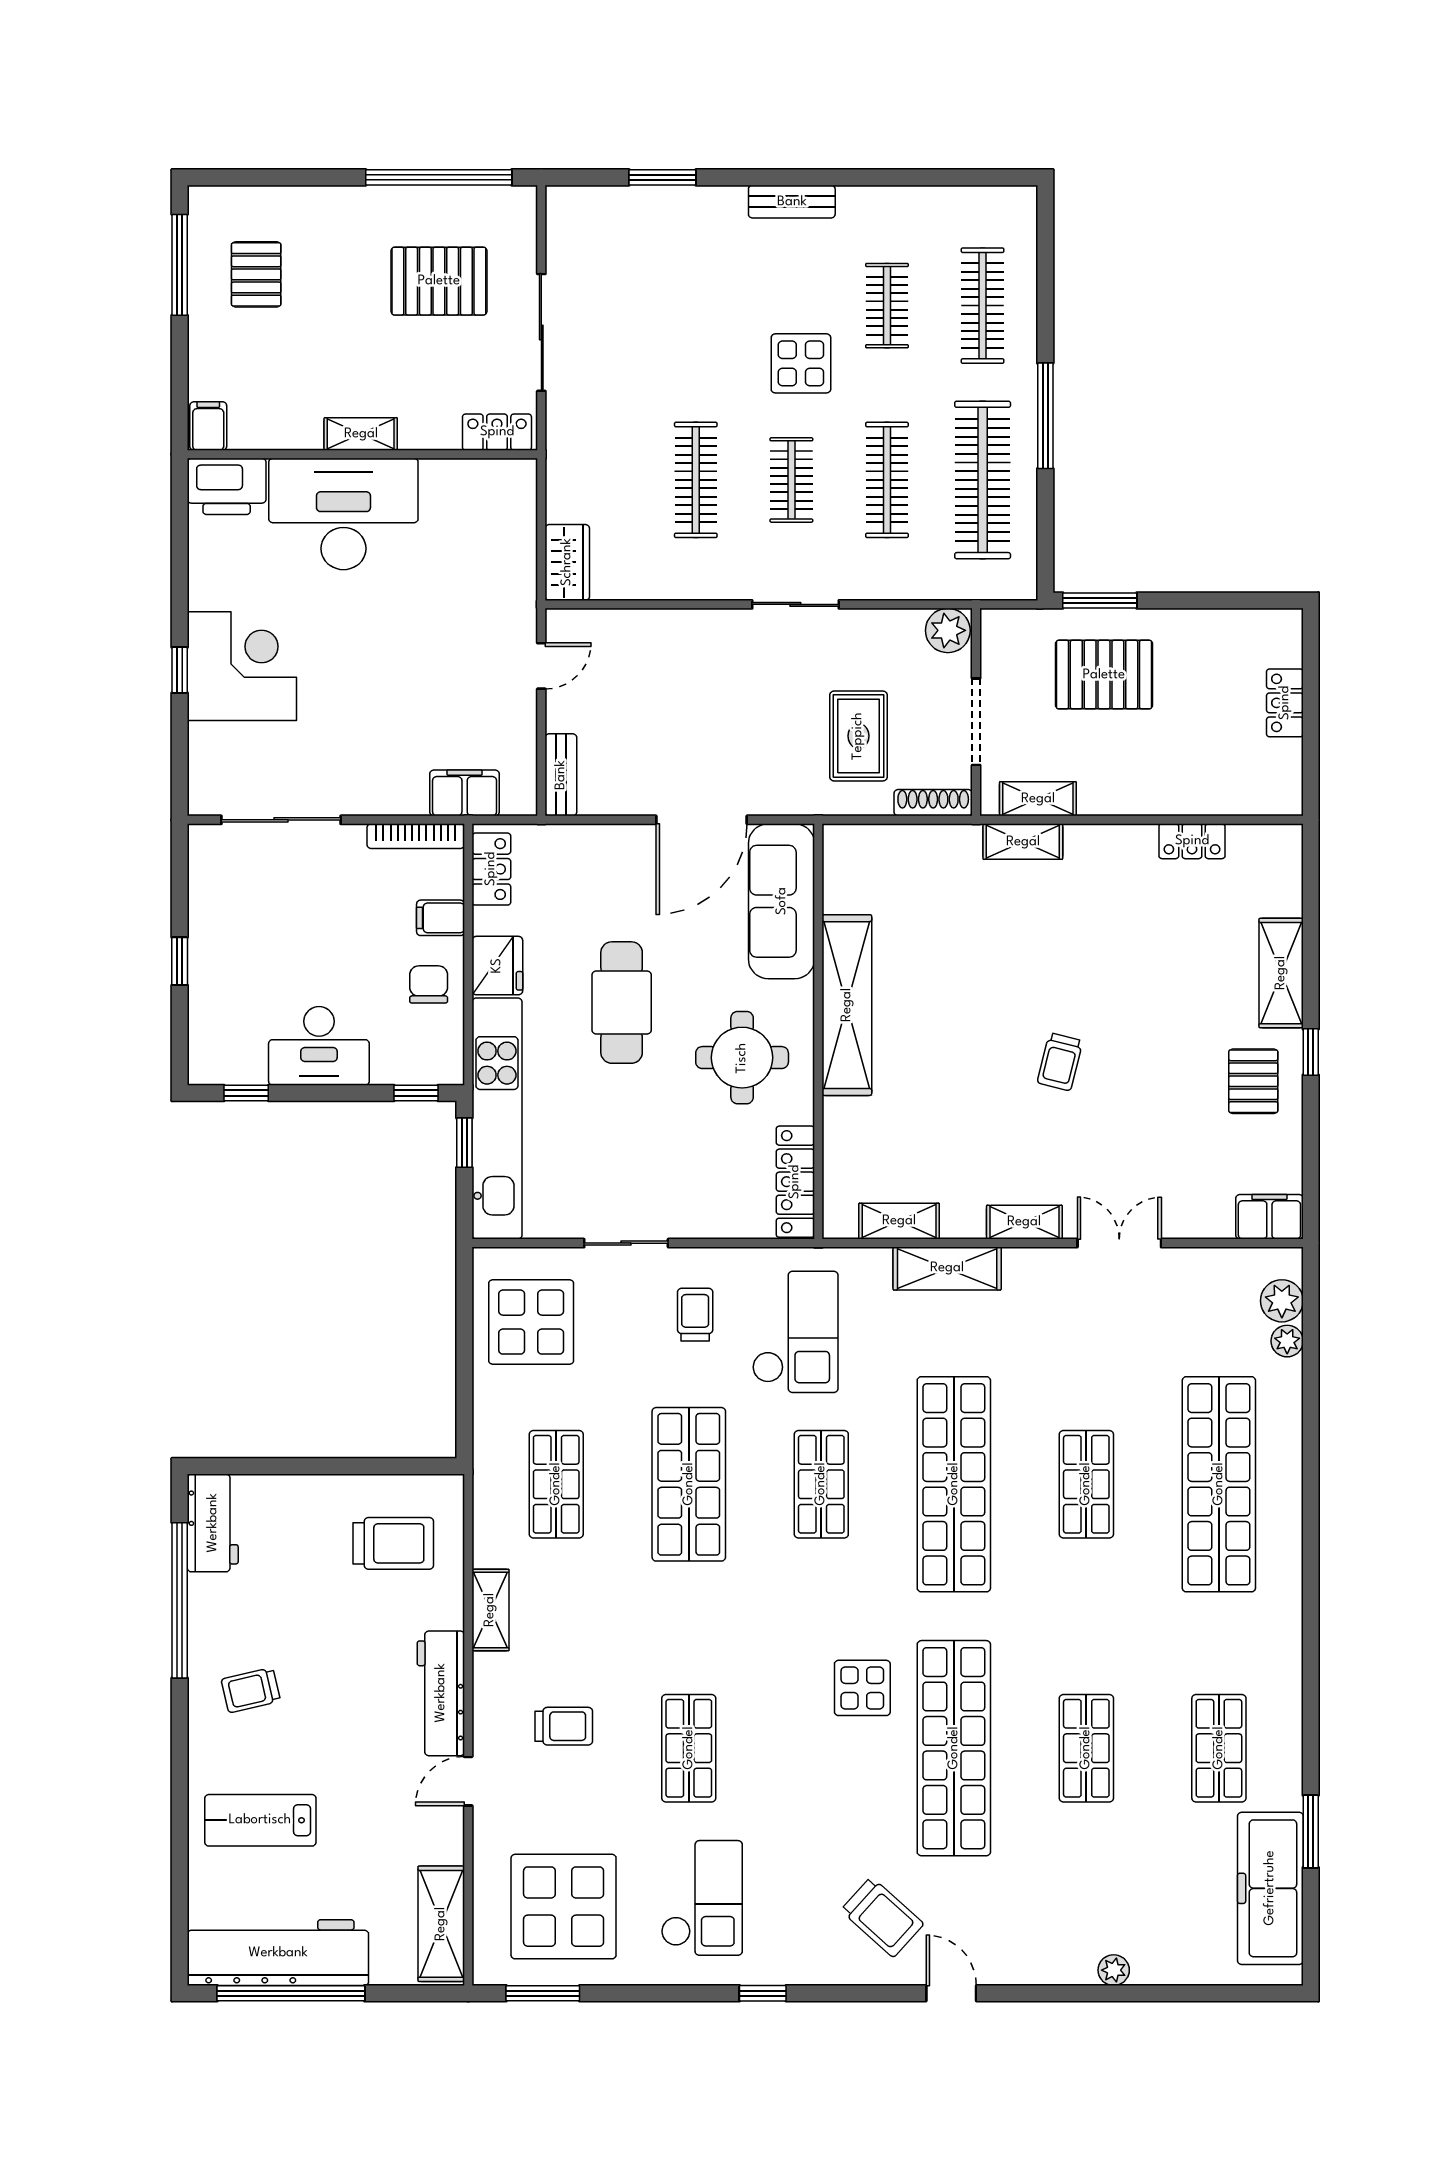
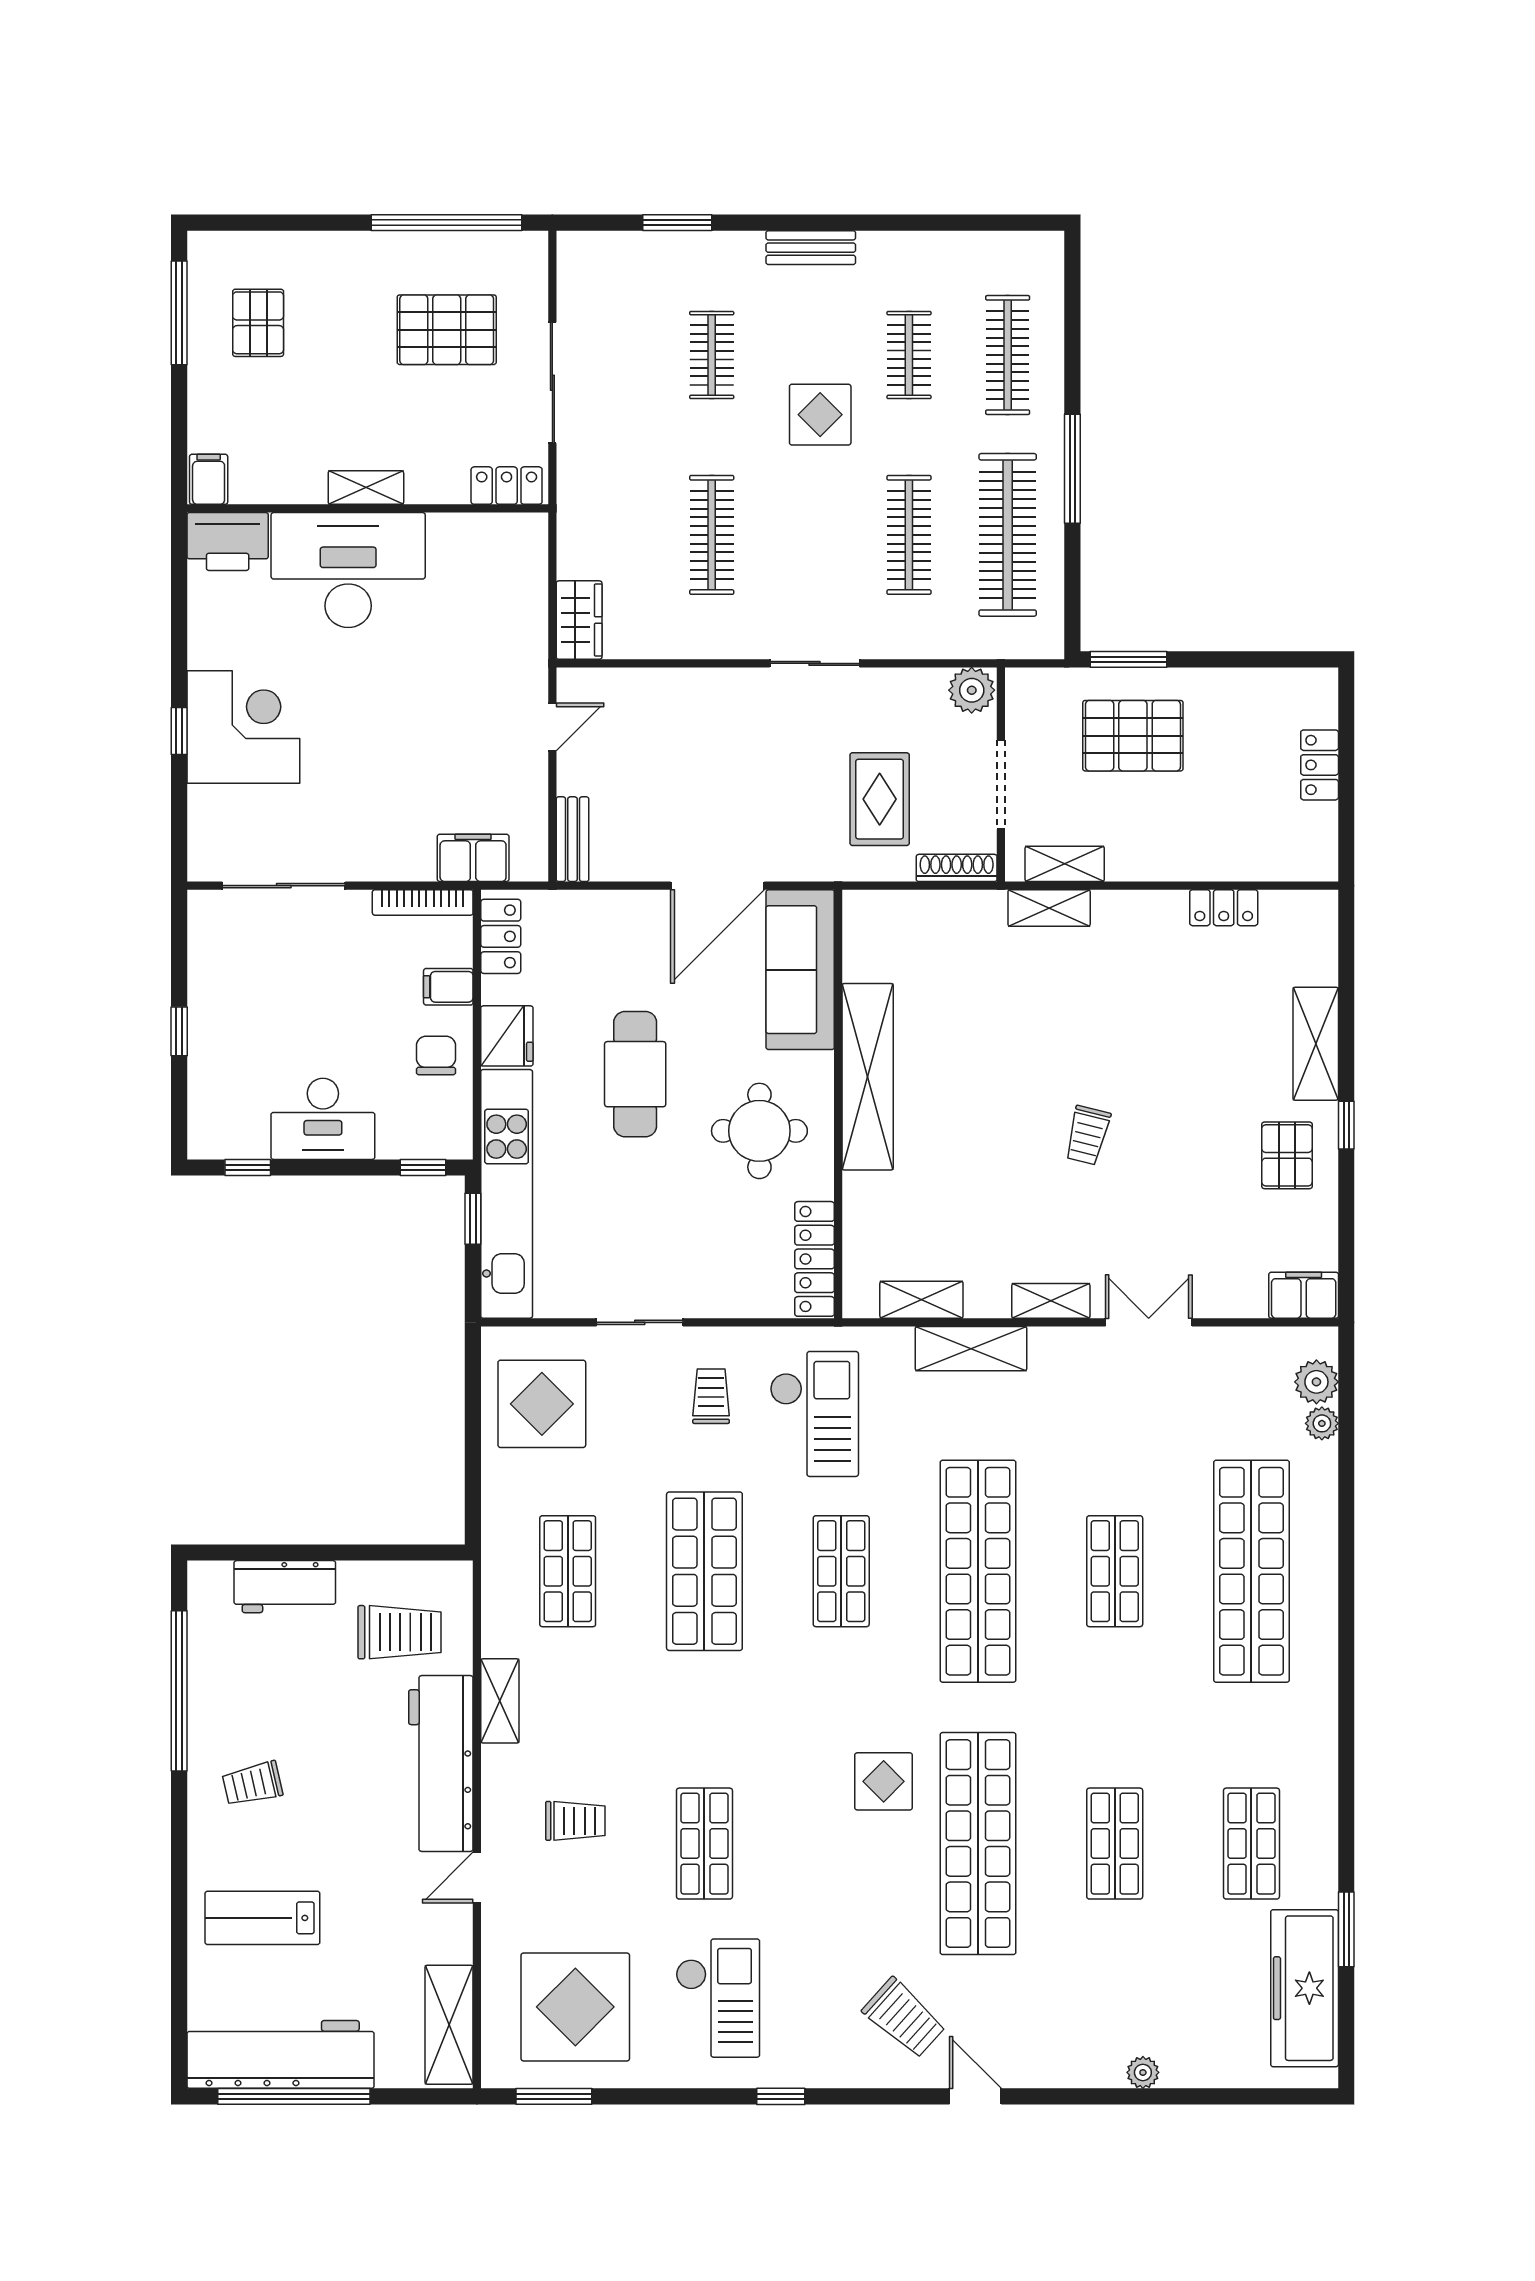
clothes rail: (791, 480) -> (712, 355), moved
workbench: (213, 1523) -> (285, 1587), moved, turned 90
workbench: (441, 1693) -> (441, 1763), width x1.36, depth x1.32

